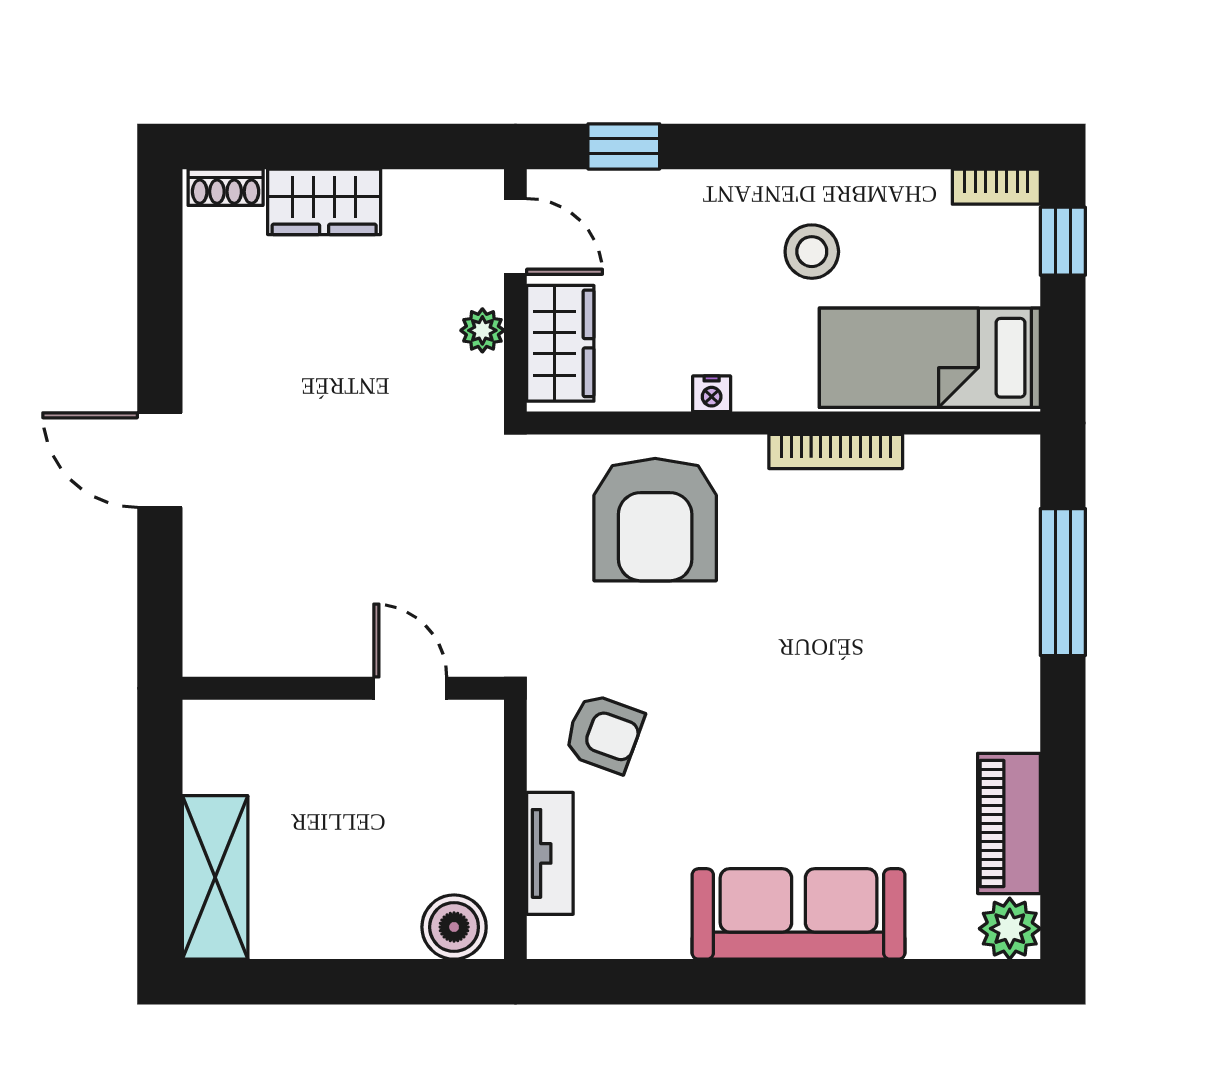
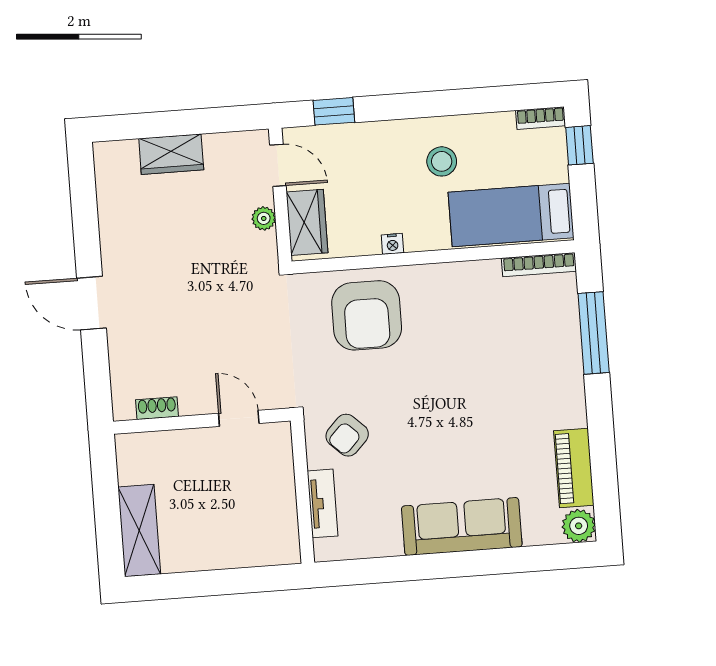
shoe rack: (226, 187) -> (157, 408), moved, turned 180
bookcase: (836, 451) -> (539, 265), moved
armchair: (604, 733) -> (347, 435), turned 114
boiler: (454, 927) -> (273, 548), removed

